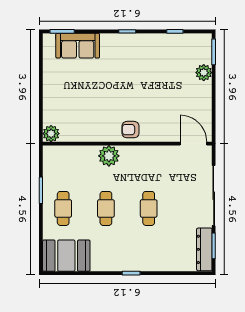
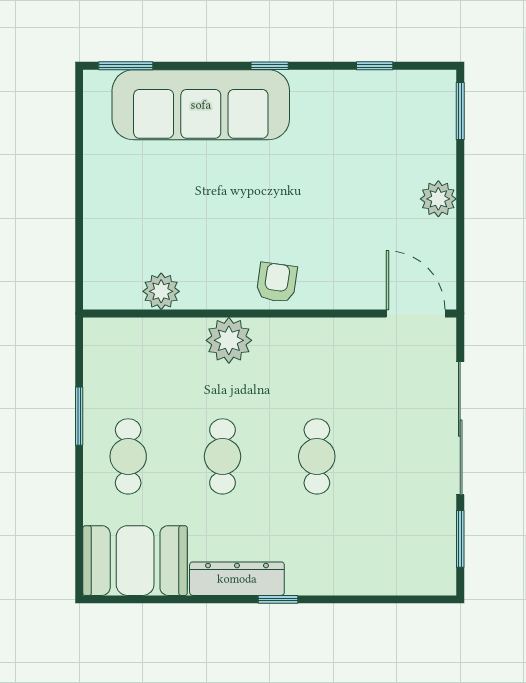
sofa: (78, 46) -> (201, 105), width x1.85, depth x1.27
plant: (204, 73) -> (438, 199), moved
armchair: (130, 130) -> (277, 282), turned 98
plant: (51, 134) -> (161, 291), moved
dresser: (204, 249) -> (237, 579), moved, turned 90

